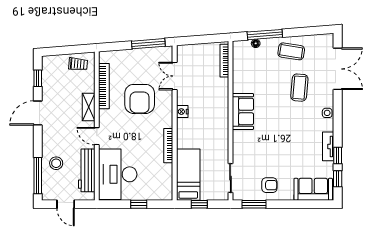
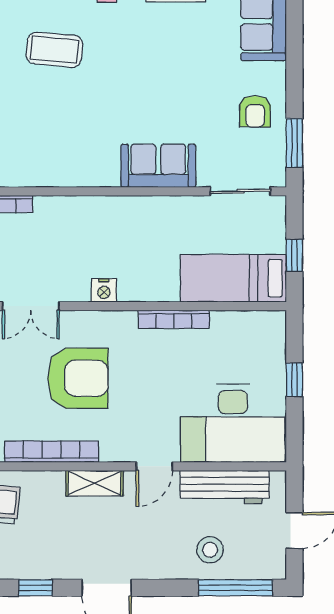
sofa: (243, 112) -> (158, 166), moved
armchair: (269, 185) -> (255, 111), turned 180

